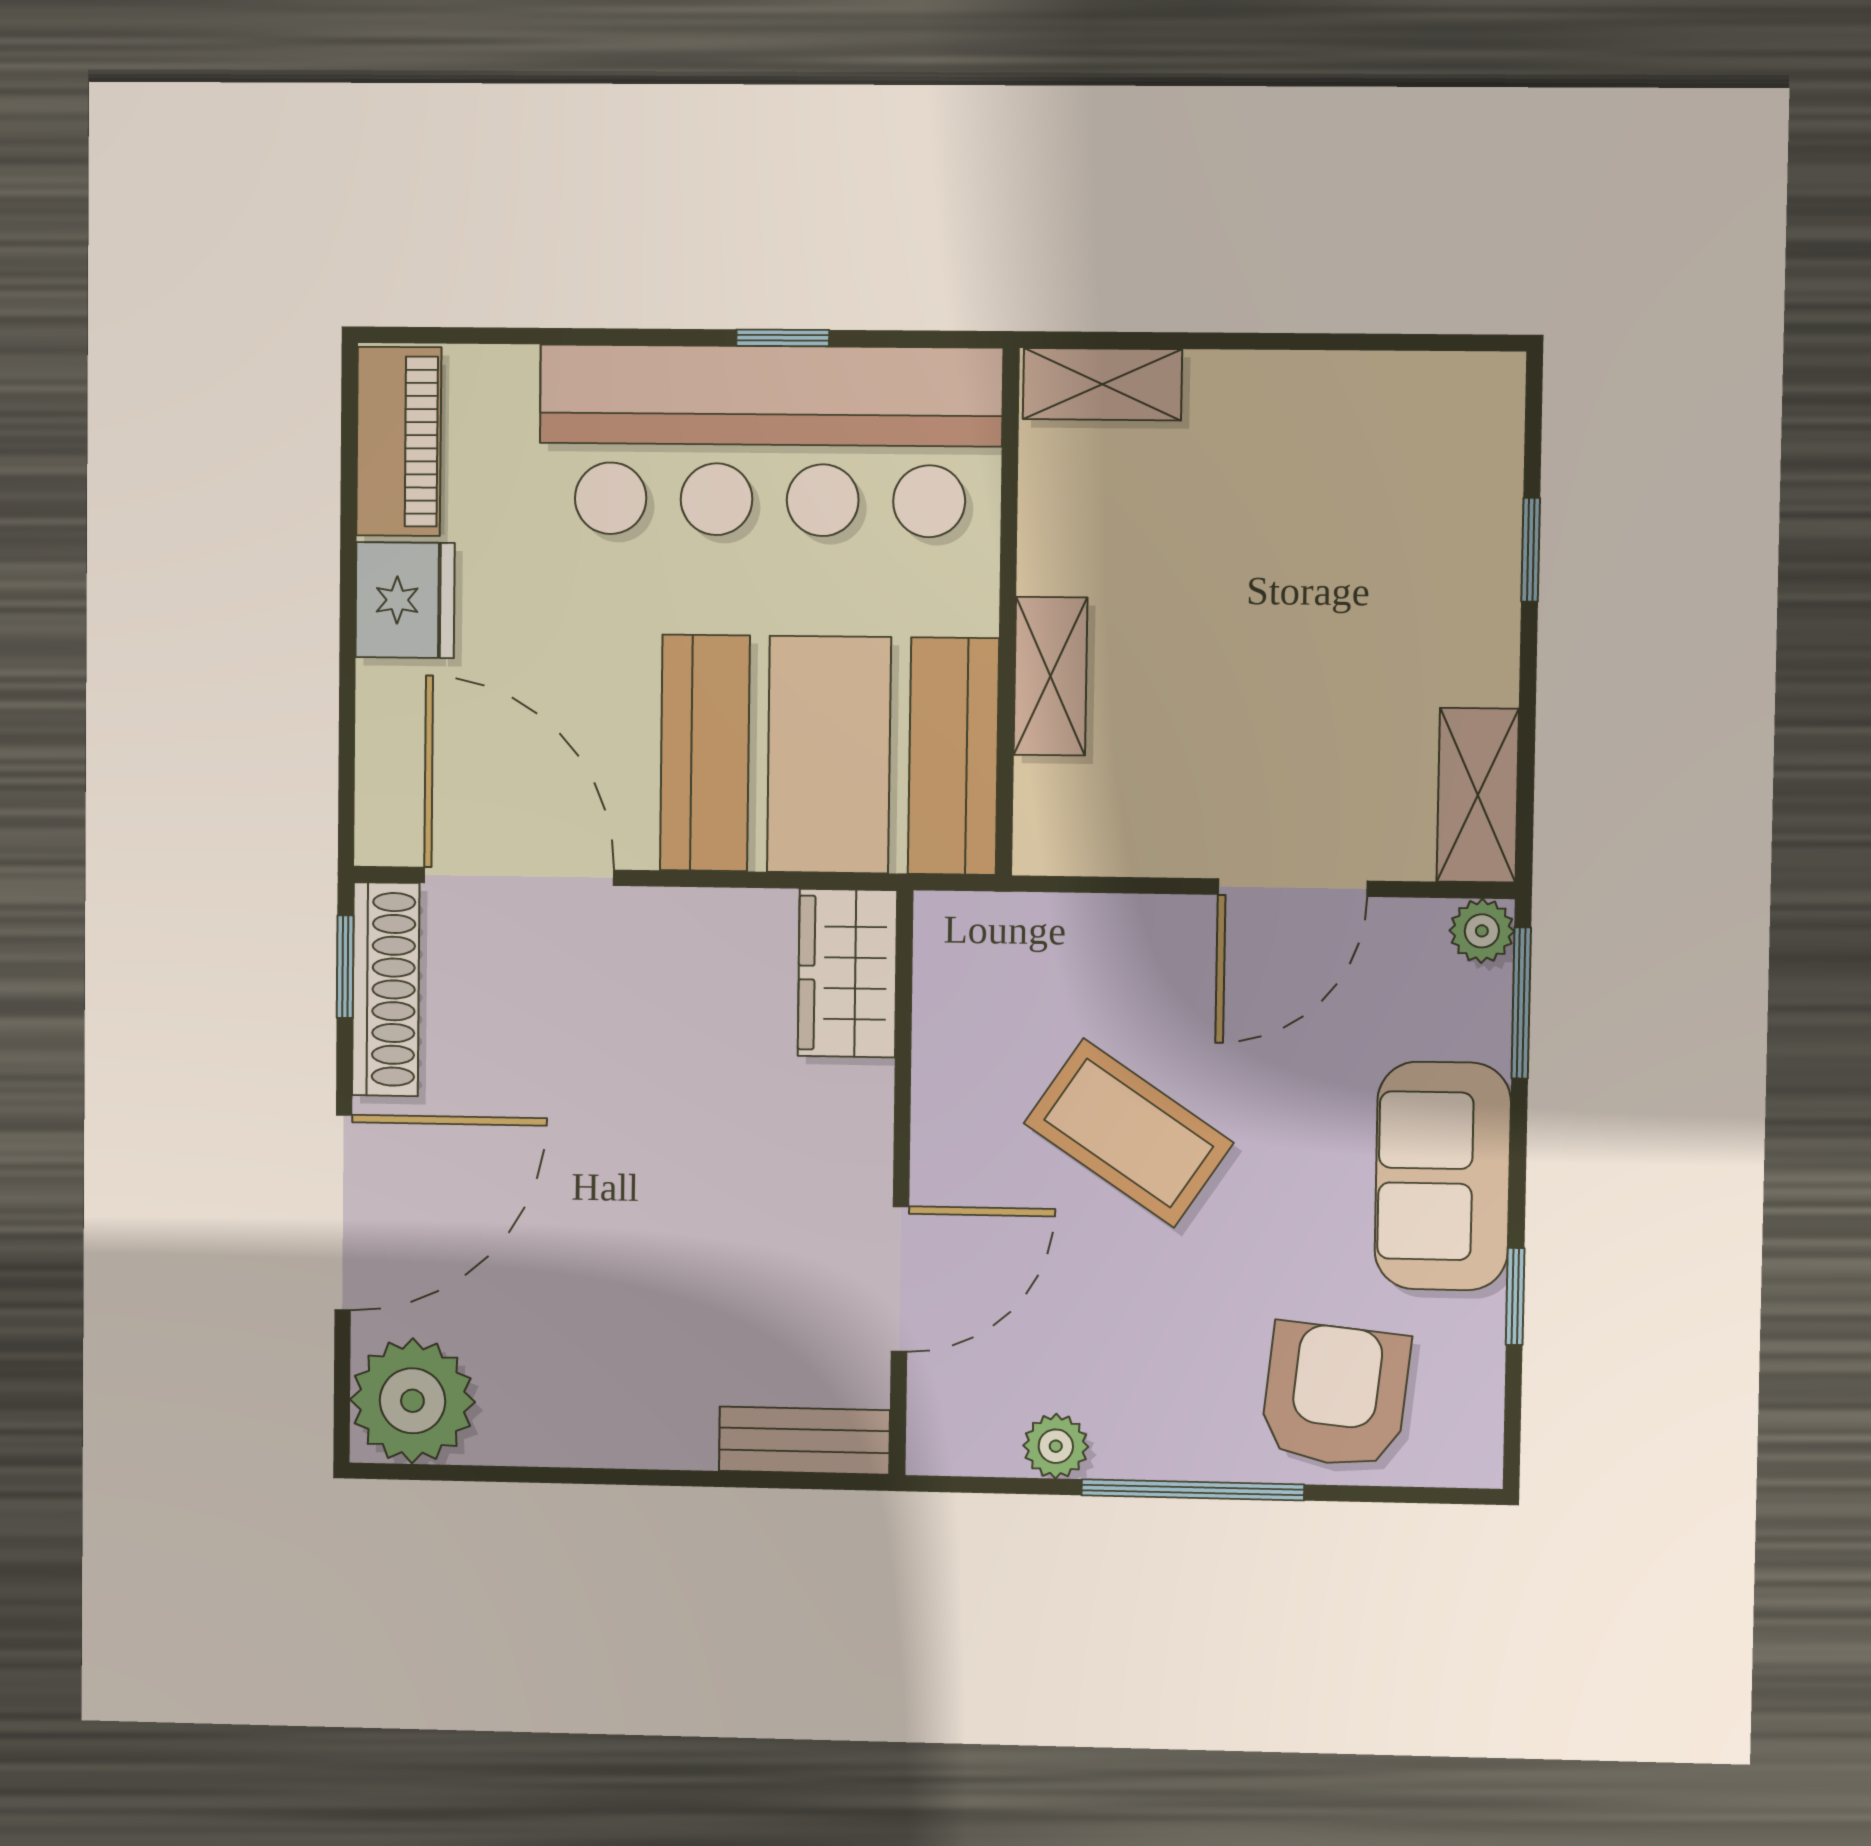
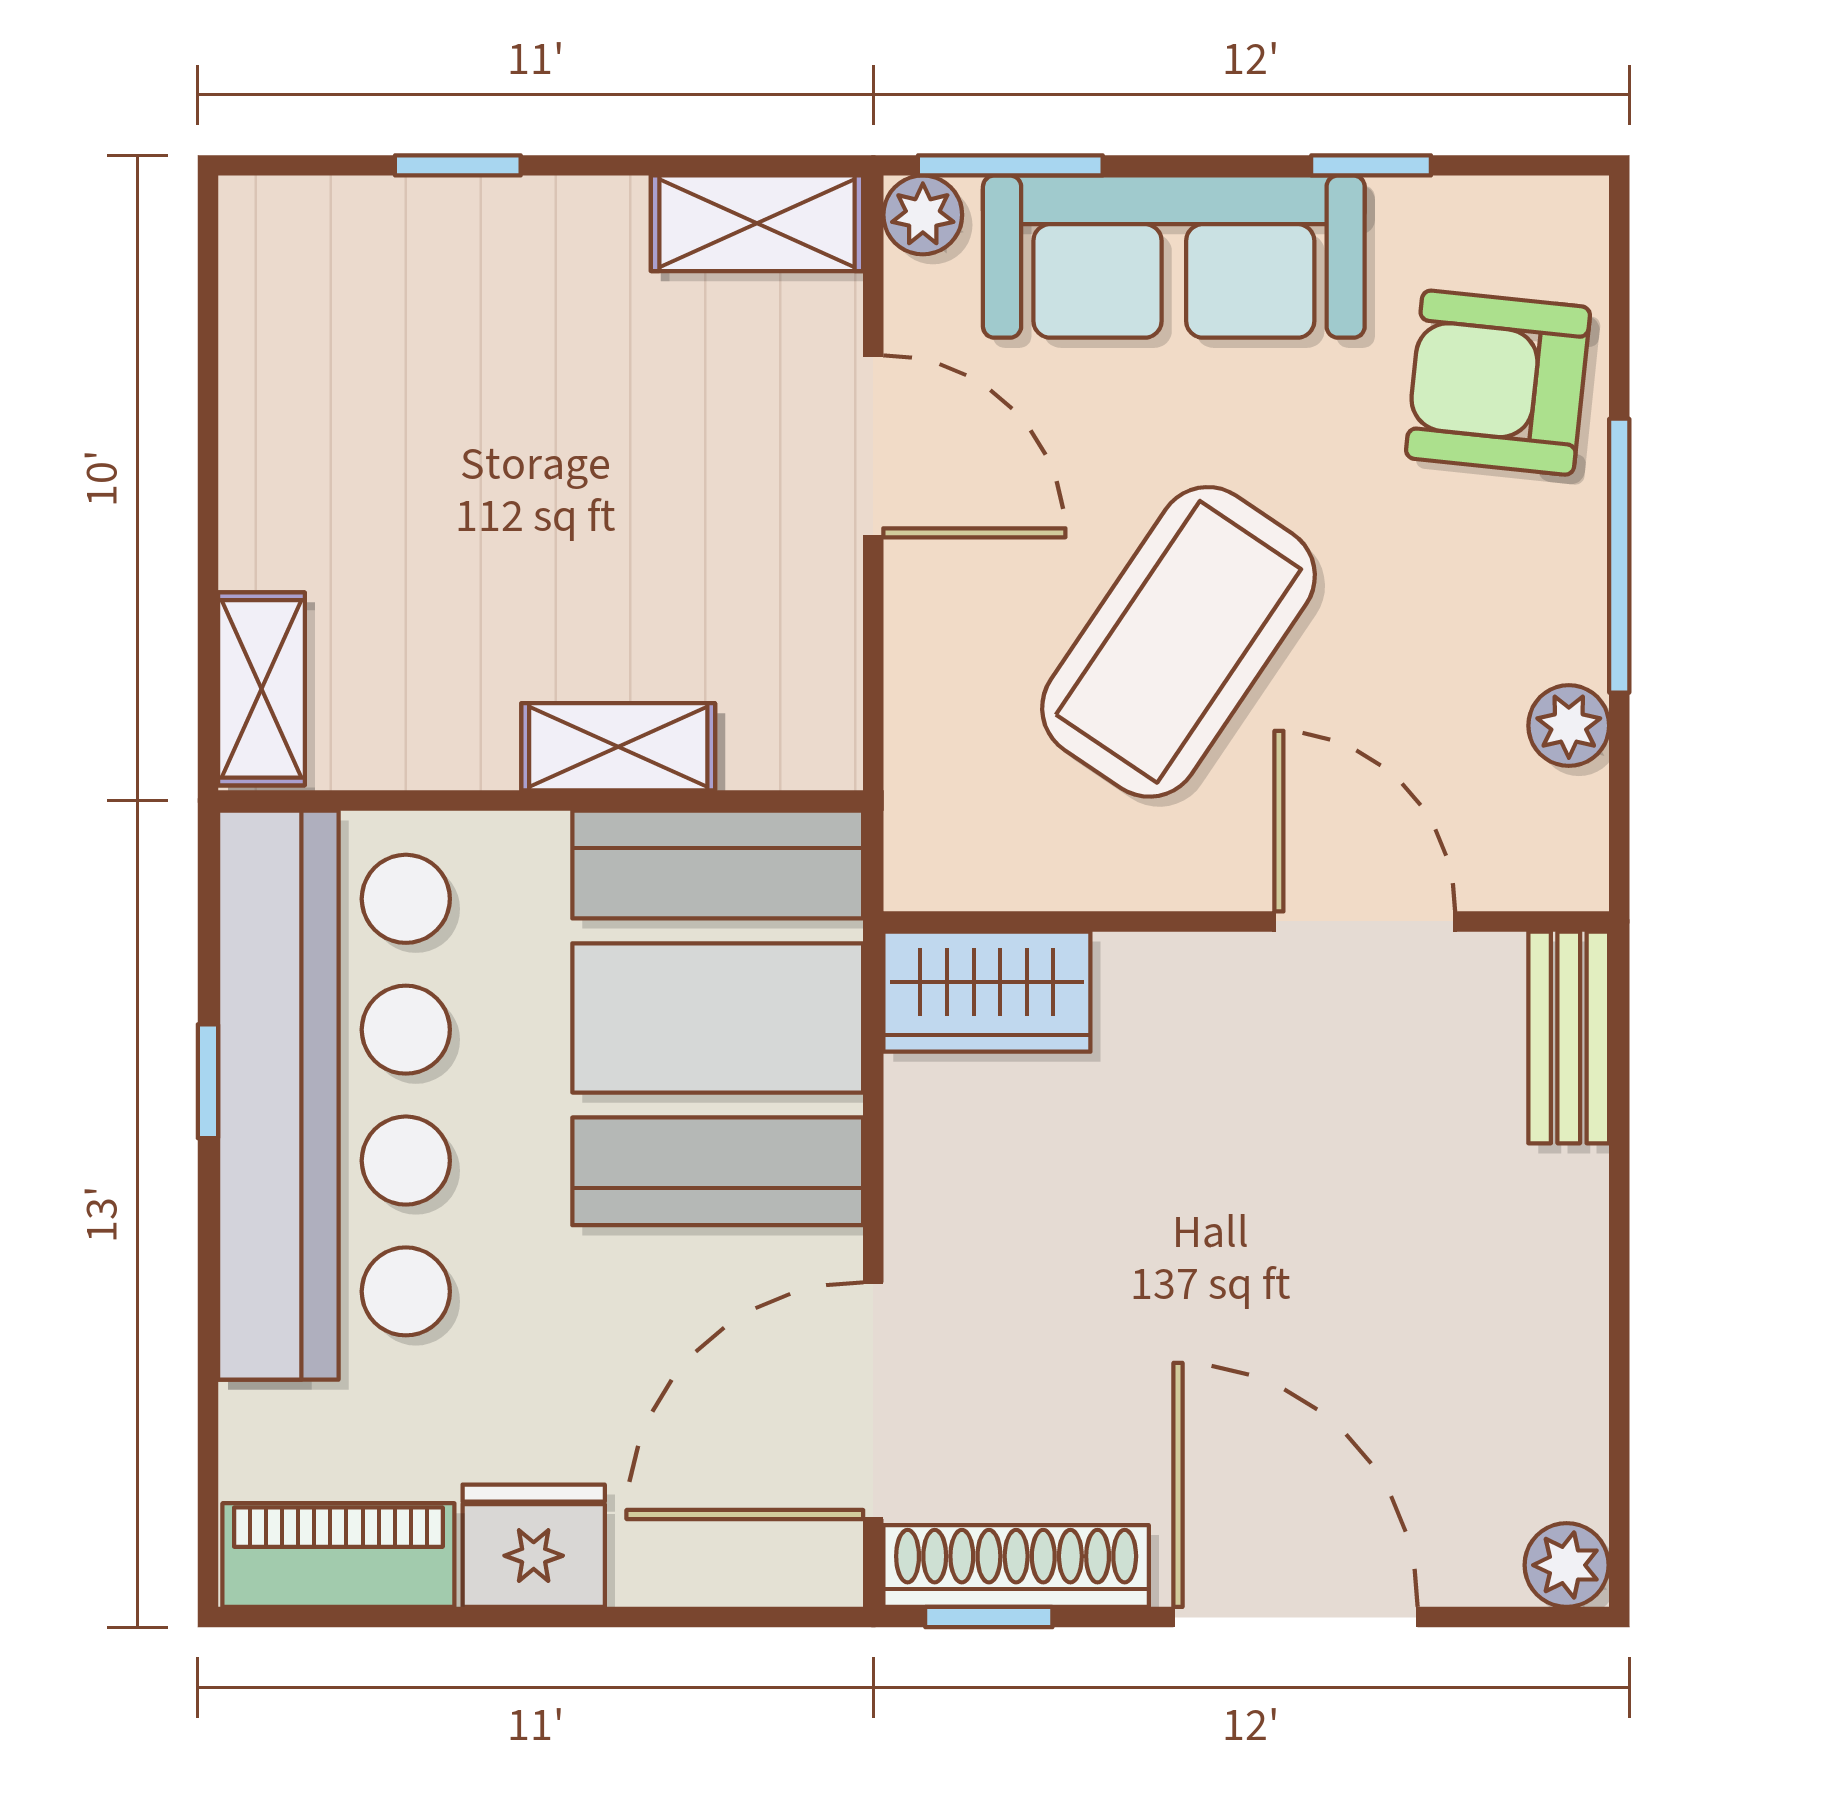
coffee table: (1129, 1133) -> (1178, 642), width x1.36, depth x1.32
sofa: (1443, 1176) -> (1174, 257), width x1.36
plant: (412, 1401) -> (1567, 1565), width x0.53, depth x0.53

